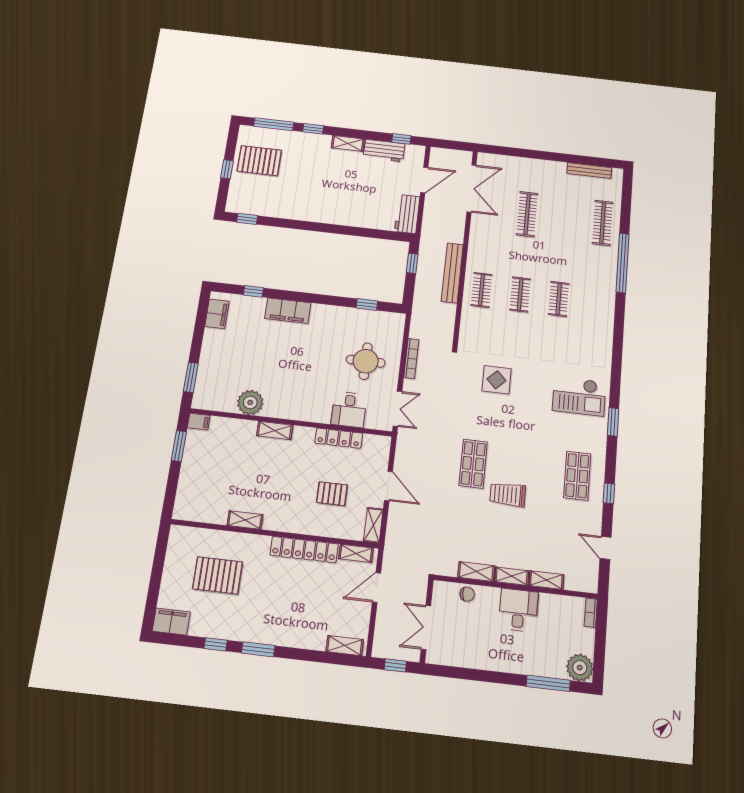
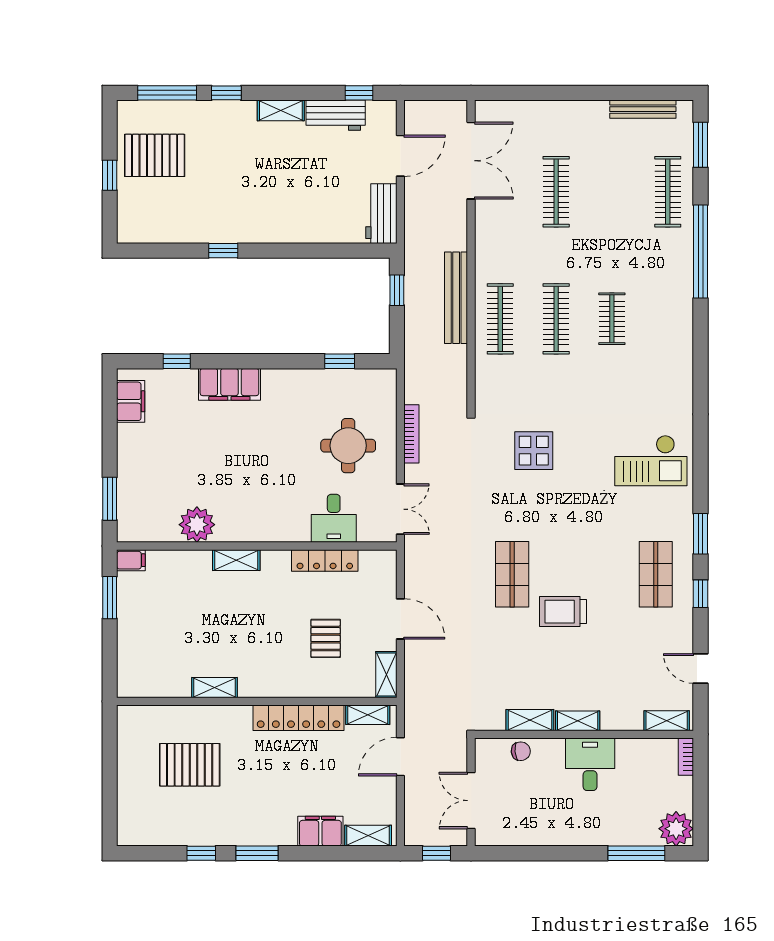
window: (626, 197) -> (701, 145), added
window: (247, 219) -> (223, 251), moved
clothes rail: (481, 290) -> (500, 319), width x1.36
clothes rail: (520, 294) -> (556, 319), width x1.36
window: (613, 422) -> (701, 534), moved
pallet: (332, 494) -> (326, 638), turned 90
shelving: (546, 580) -> (667, 721), moved
filing cabinet: (171, 622) -> (320, 831), moved

